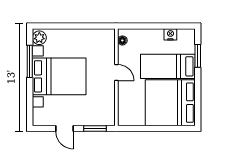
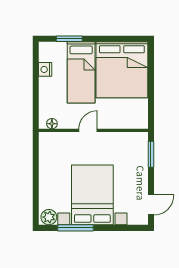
door: (64, 128) -> (151, 205), moved

